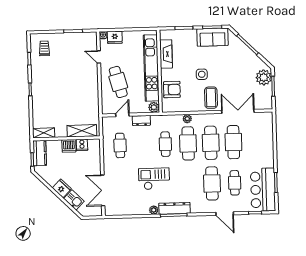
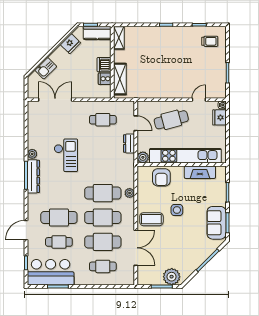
cafe table: (165, 144) -> (103, 266), moved
fridge: (62, 188) -> (70, 44), moved

